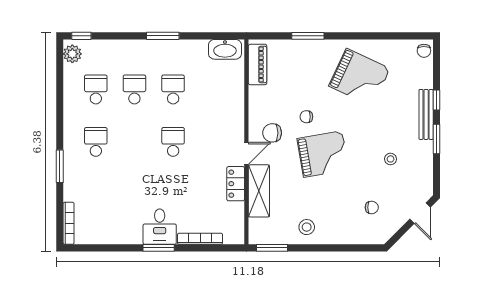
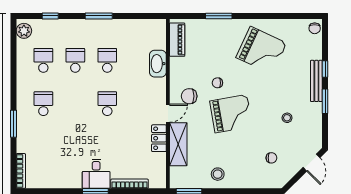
window: (81, 36) -> (50, 16), moved
washbasin: (225, 49) -> (158, 64), moved, turned 90

